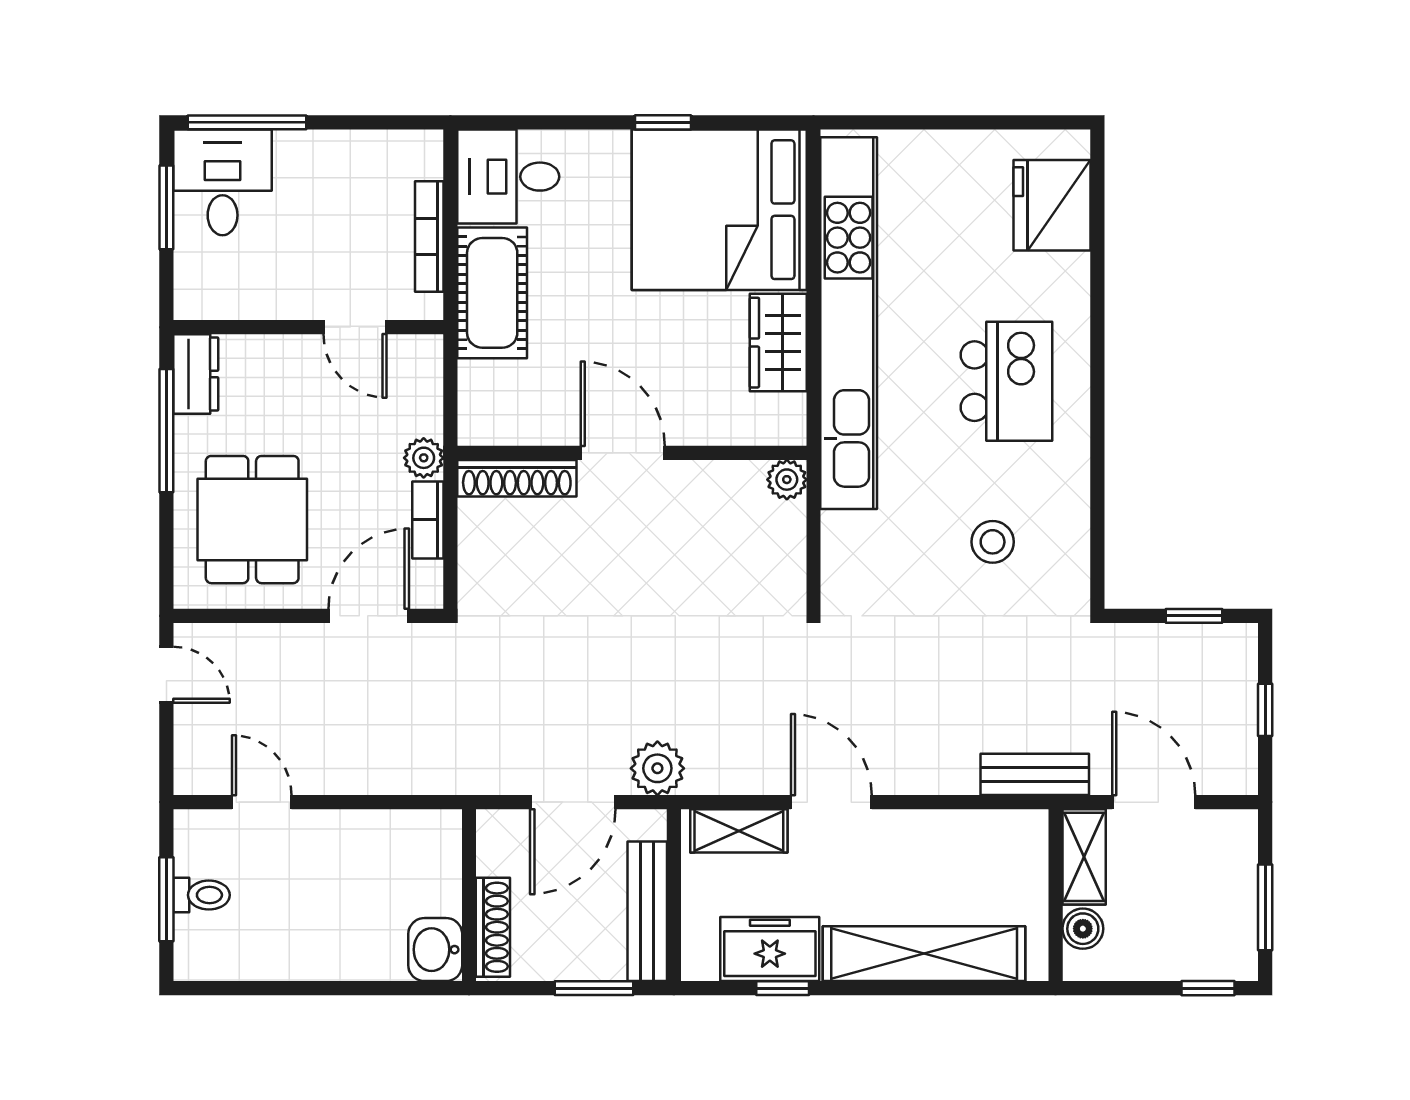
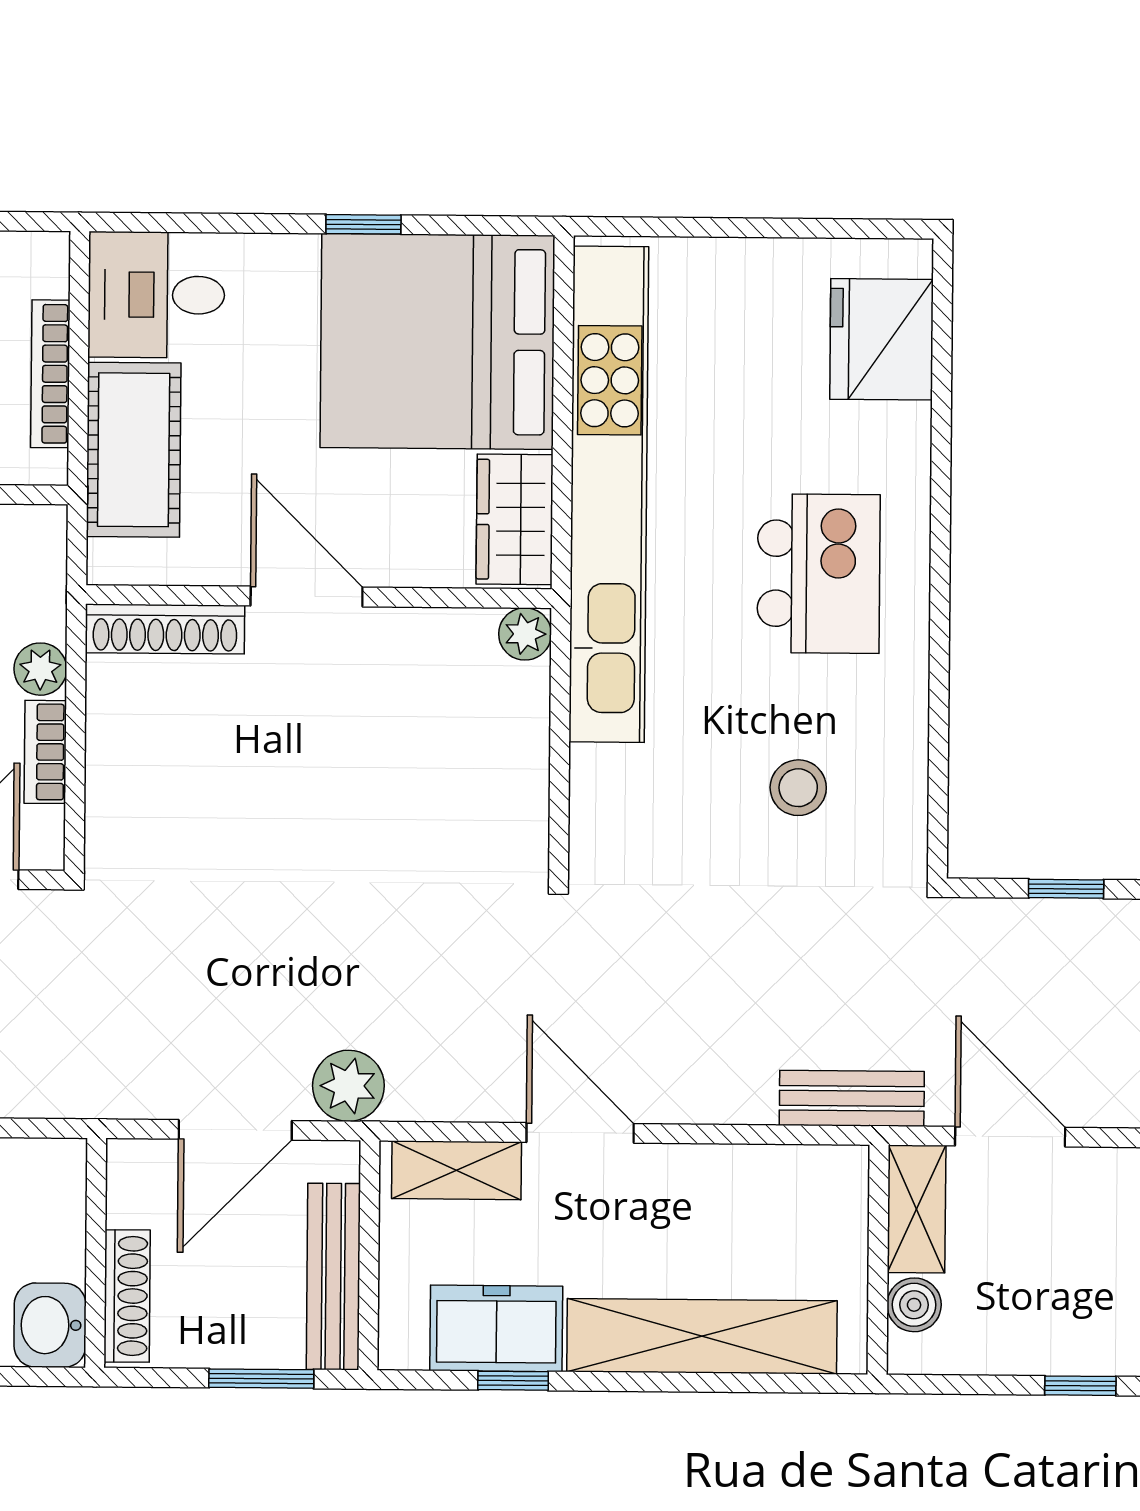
door: (623, 453) -> (307, 596), moved
wall: (632, 453) -> (319, 597), moved
shoe rack: (517, 478) -> (165, 629), moved
plant: (787, 480) -> (525, 634), moved

